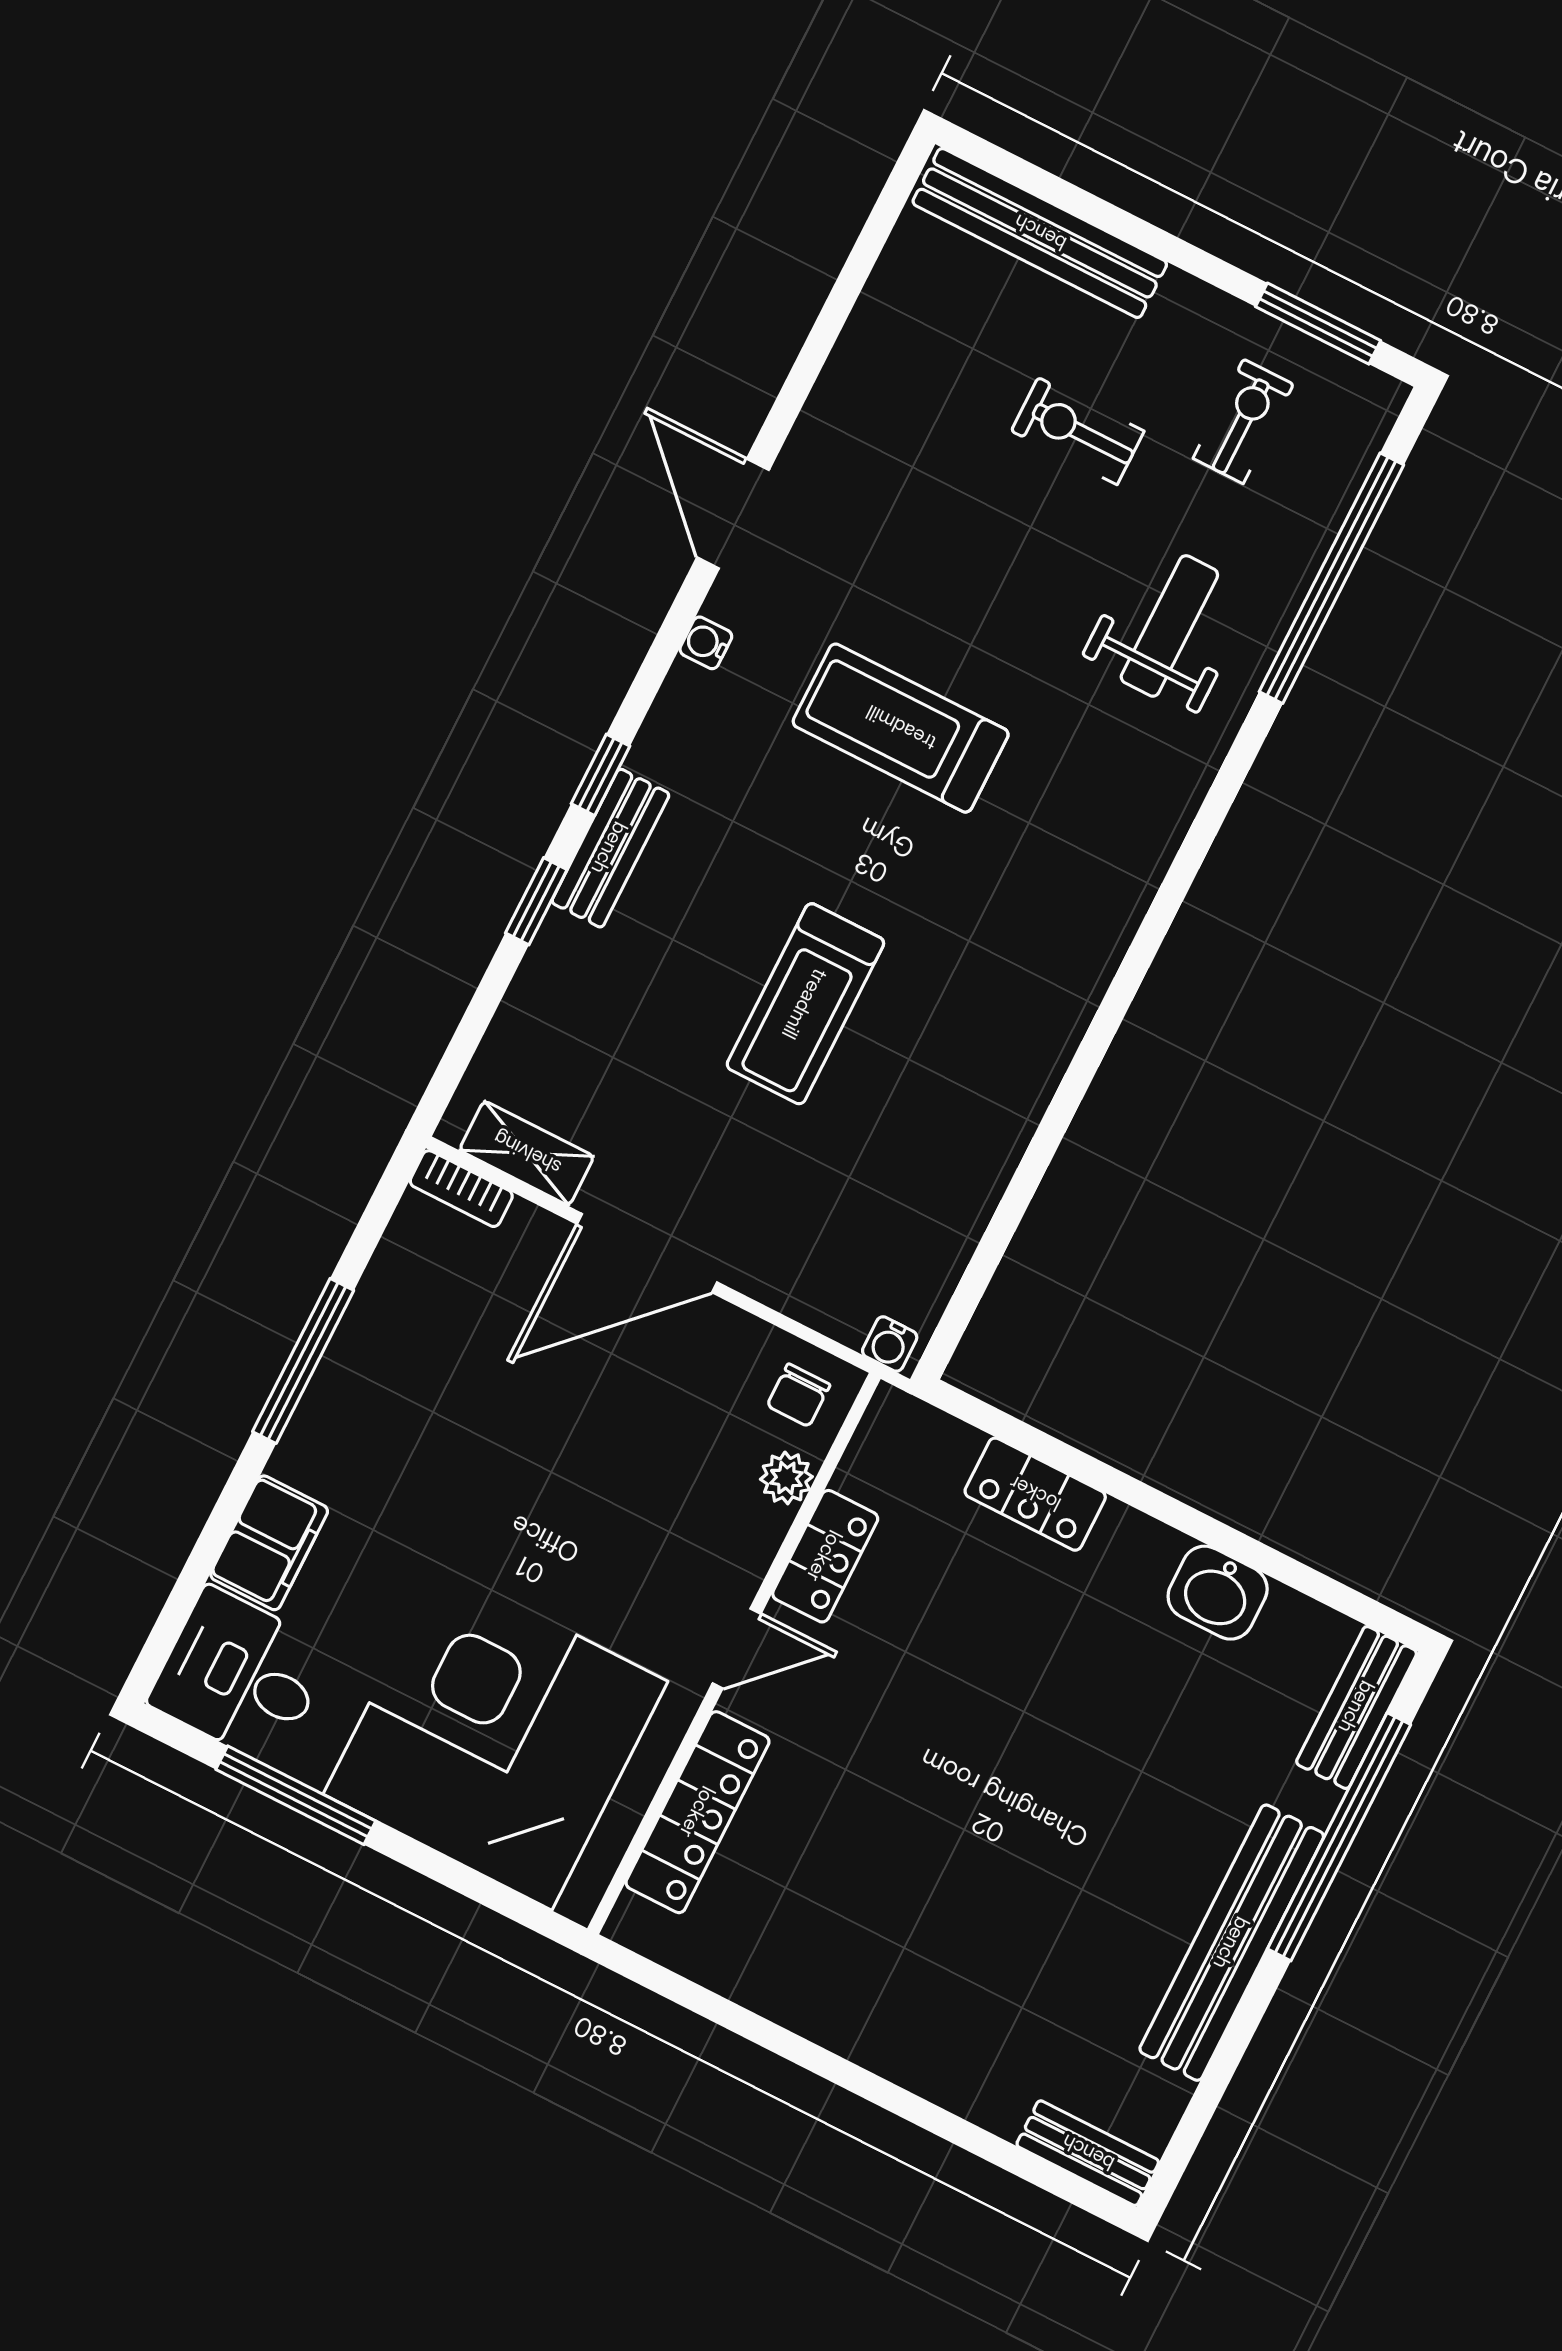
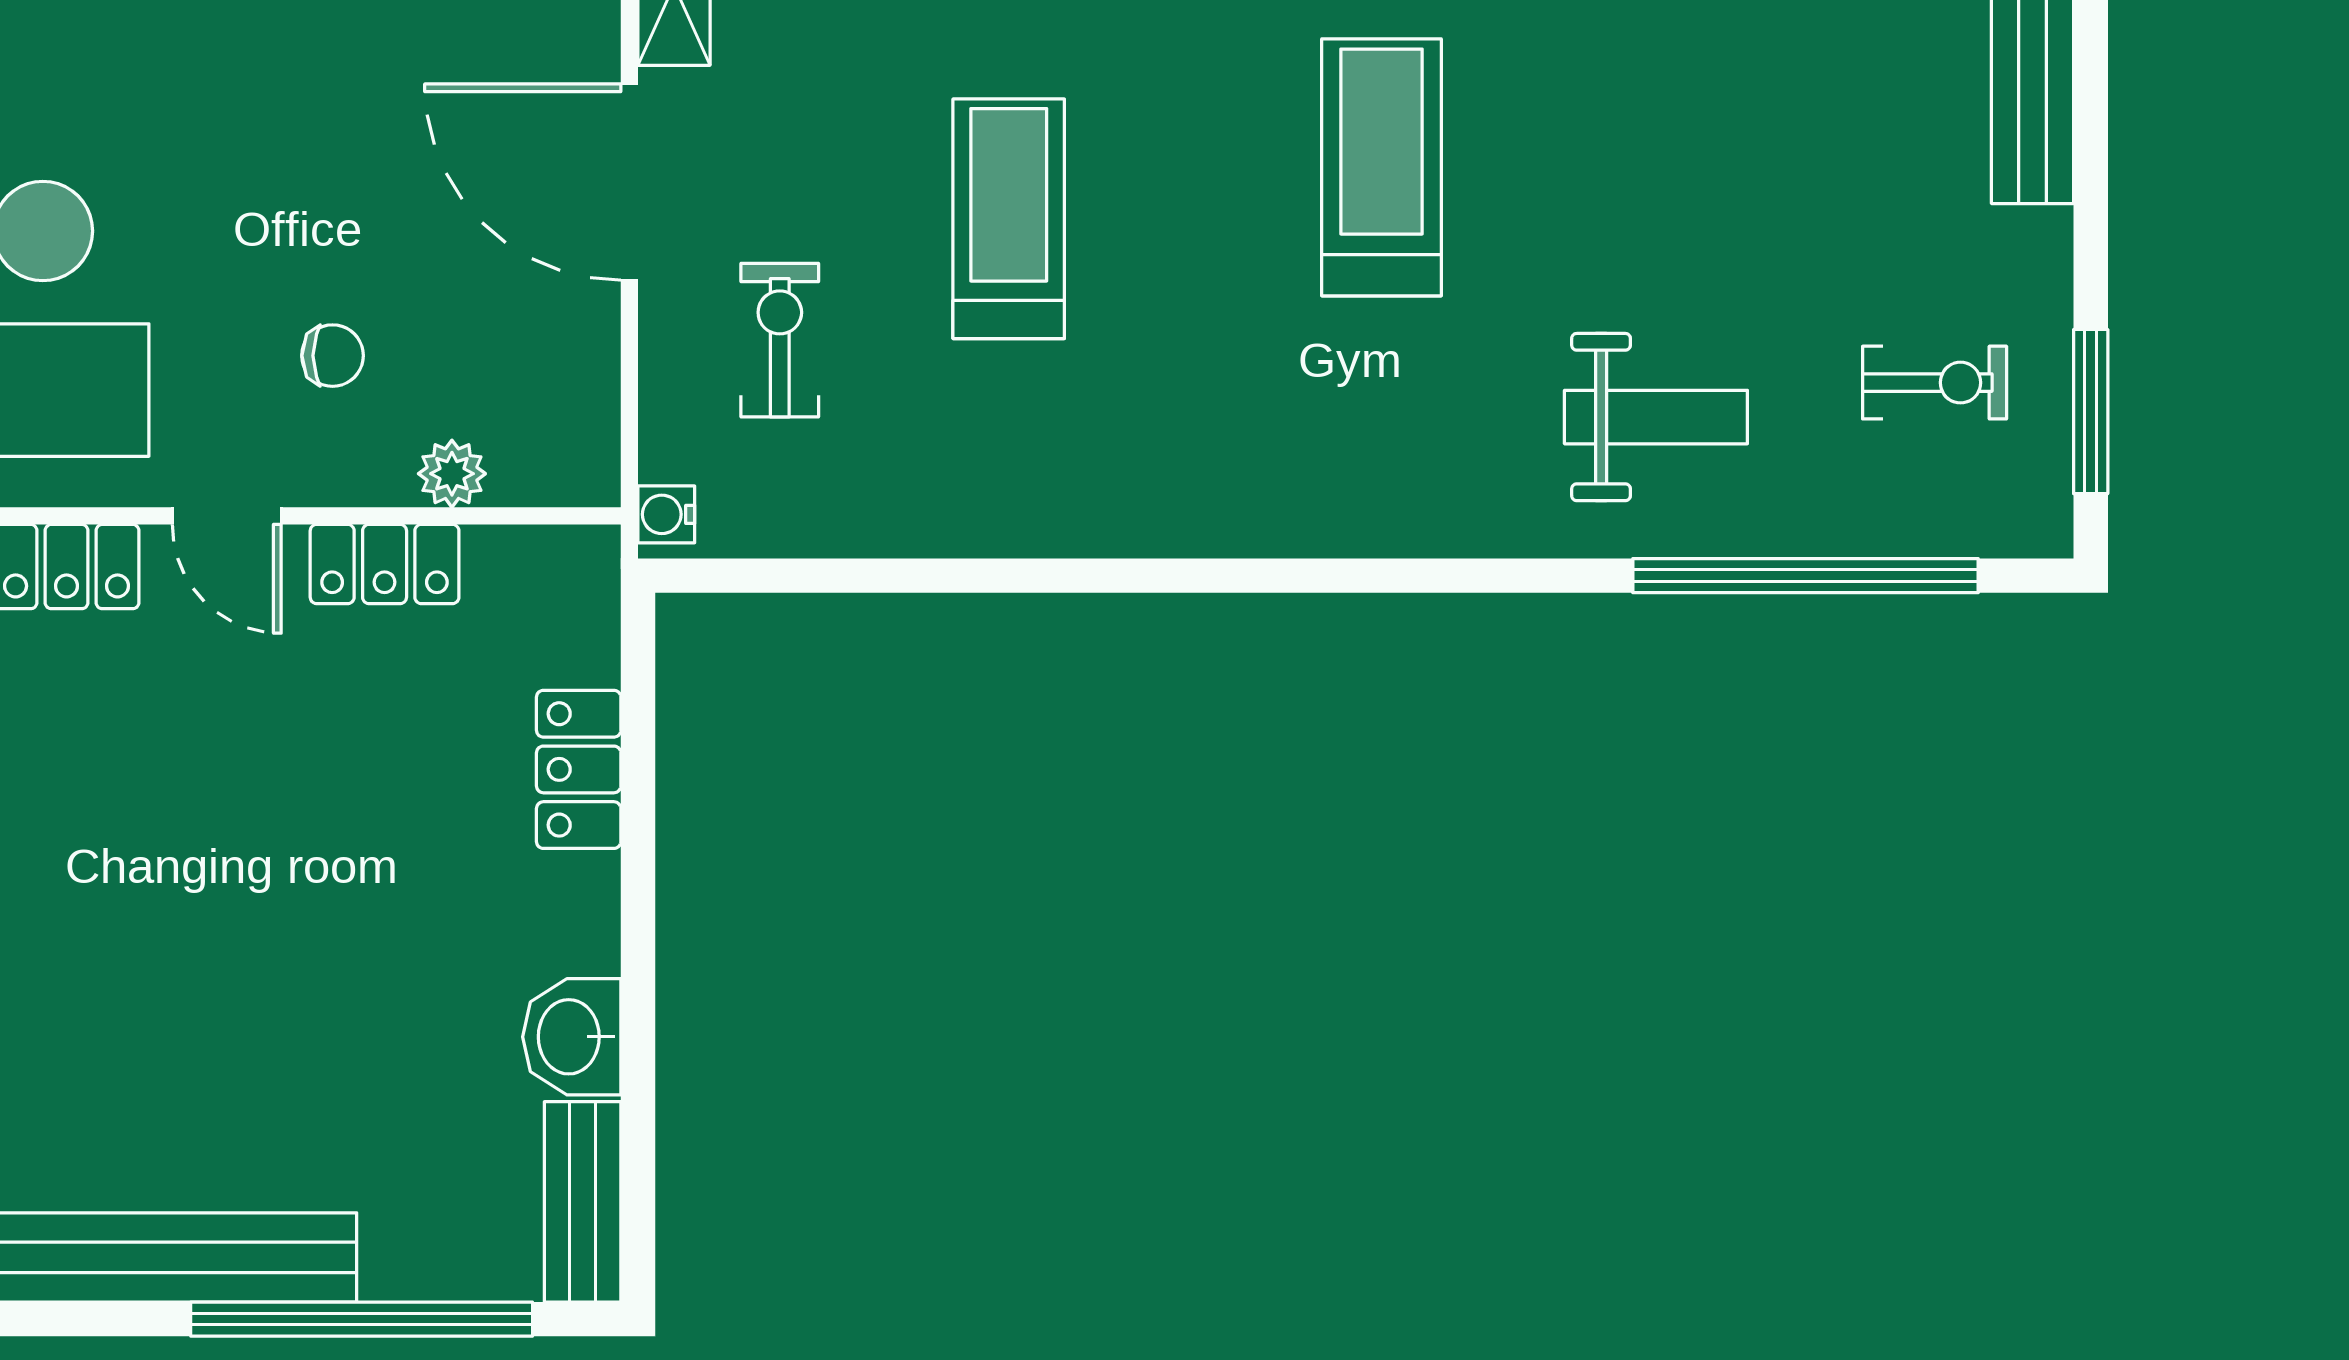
exercise bike: (1078, 431) -> (780, 340), moved
treadmill: (805, 1004) -> (1009, 219), turned 90
chair: (799, 1395) -> (333, 356), moved, turned 180
bench: (1357, 1707) -> (583, 1202), moved, turned 90

